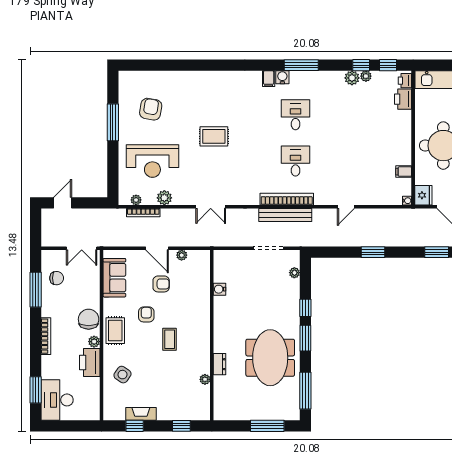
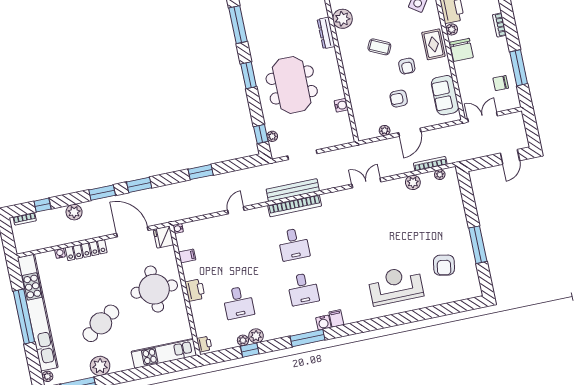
window: (388, 65) -> (224, 356), removed
printer: (403, 99) -> (195, 290), moved
desk: (363, 115) -> (238, 303), added
rug: (214, 136) -> (378, 252), removed
reception desk: (152, 161) -> (396, 285), moved
door: (157, 248) -> (410, 132), swing flipped
window: (305, 308) -> (261, 134), moved
bookcase: (46, 336) -> (499, 25), width x0.64
coffee table: (170, 339) -> (379, 47), turned -65
meeting table: (270, 358) -> (292, 85), moved
dresser: (220, 364) -> (326, 33), width x1.44
plant: (205, 379) -> (342, 19), width x1.88, depth x1.88

